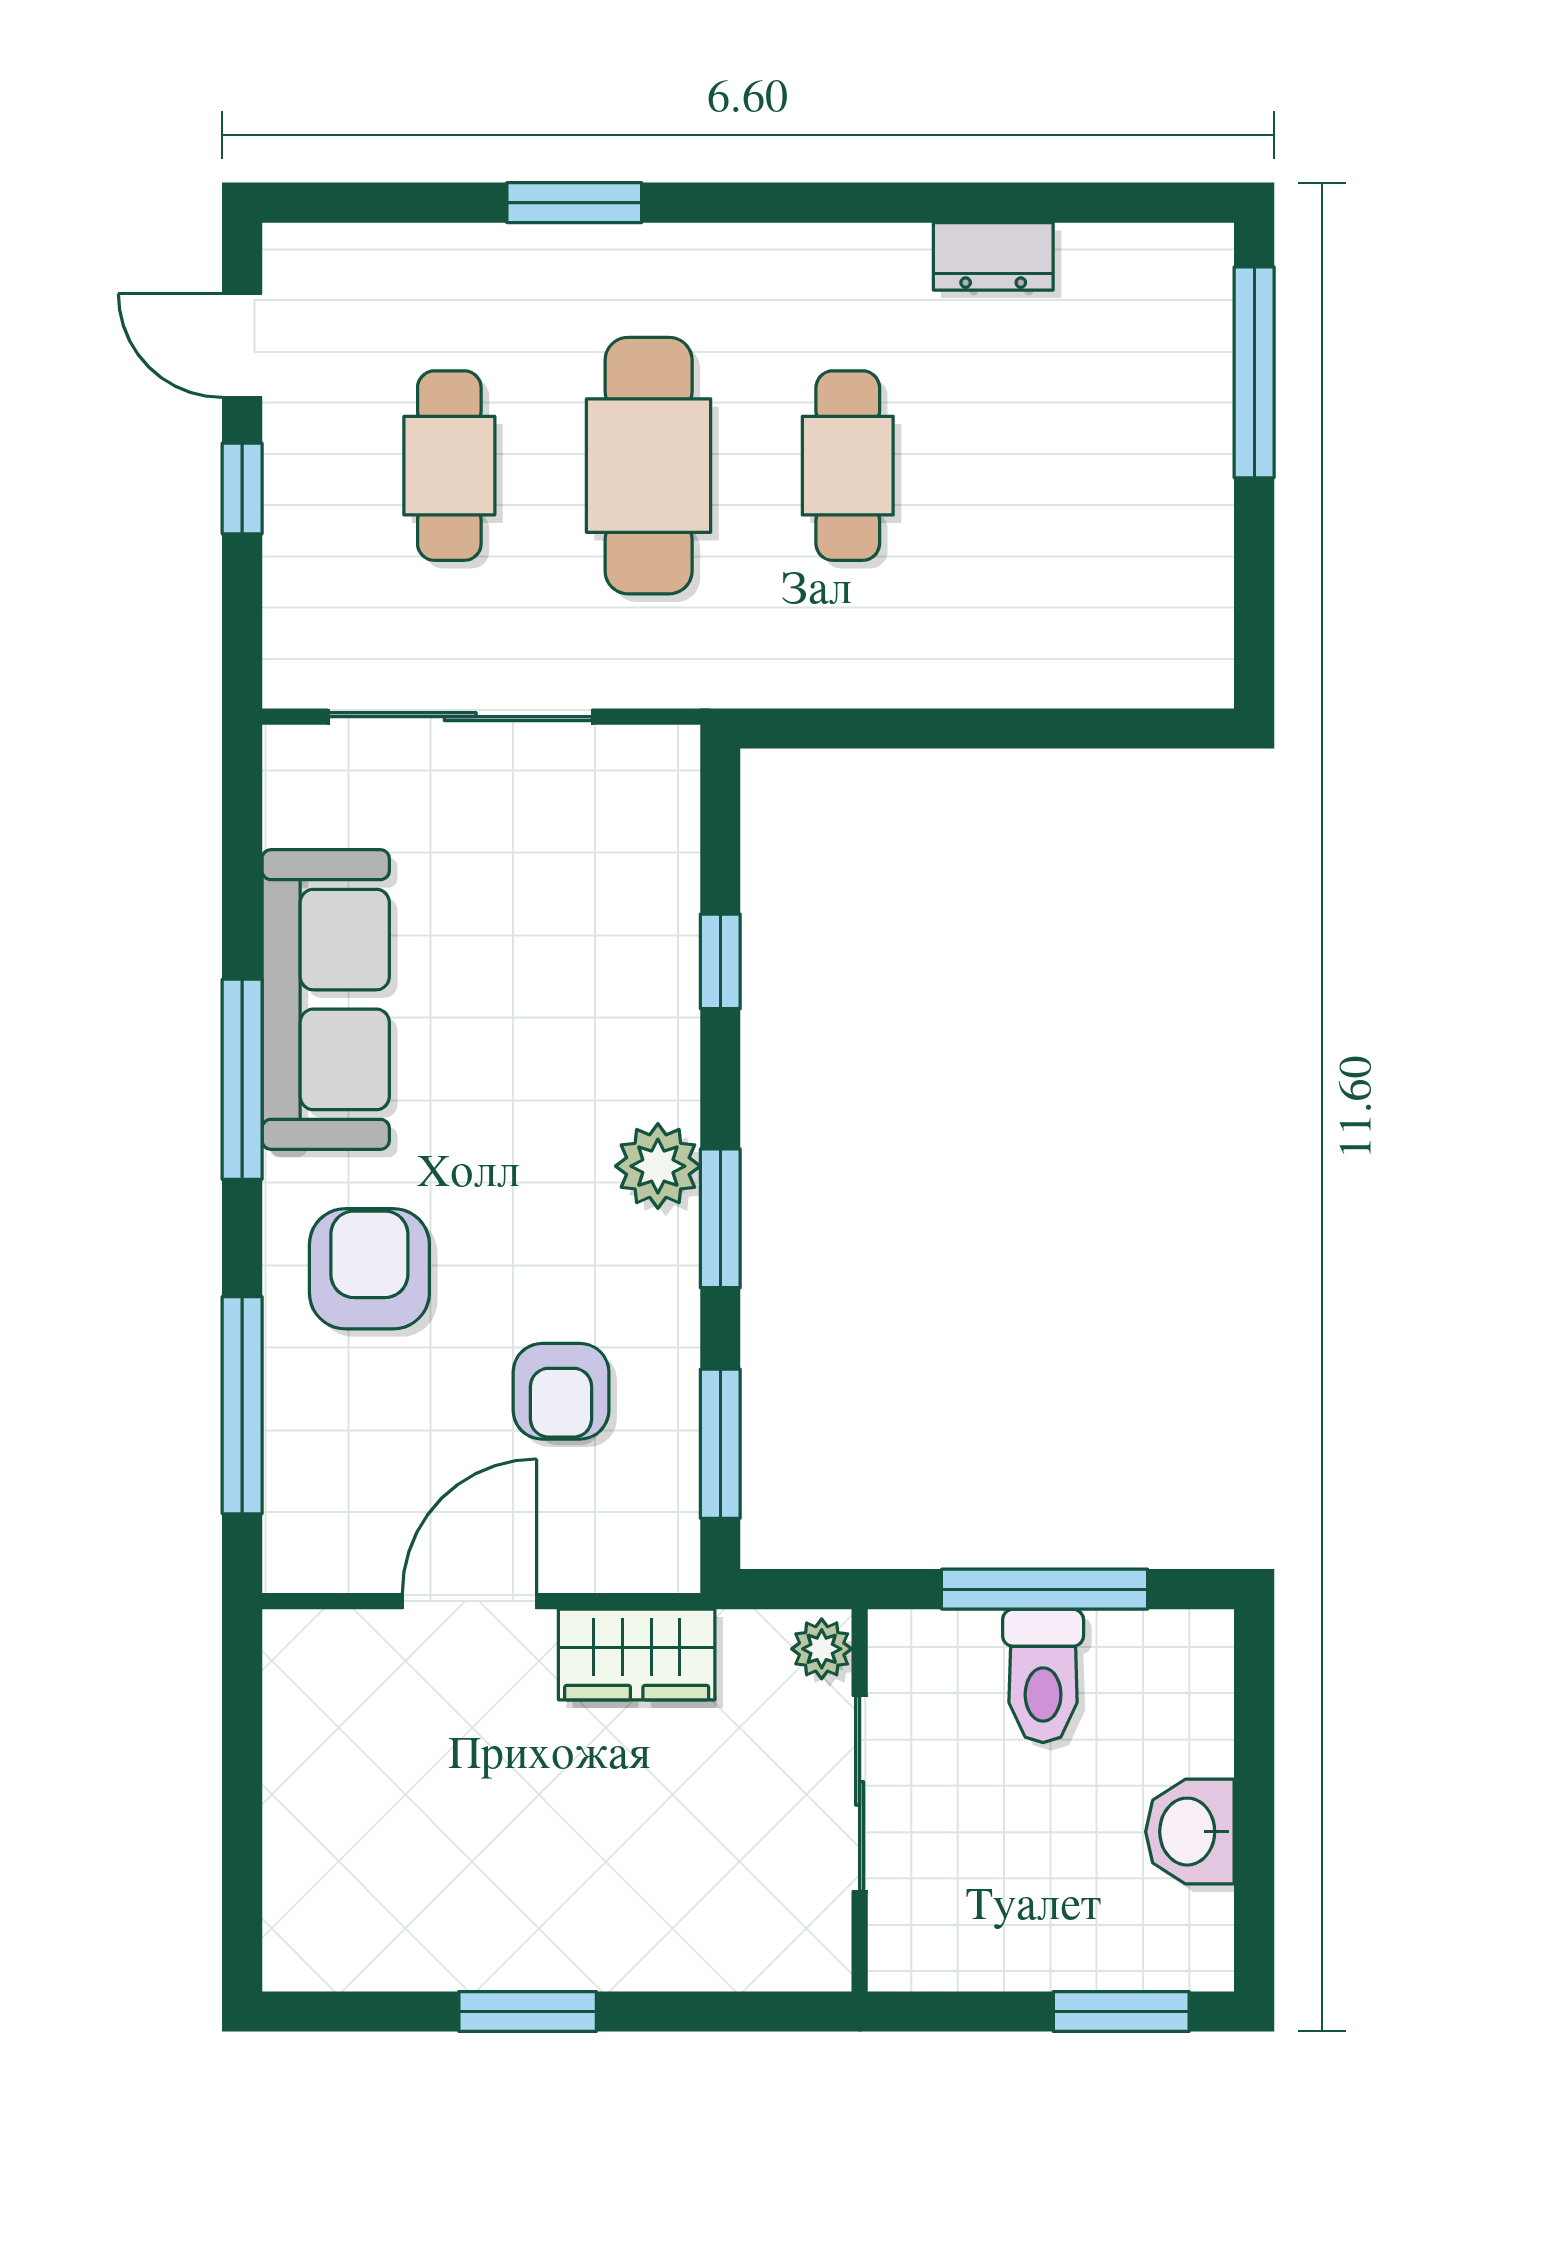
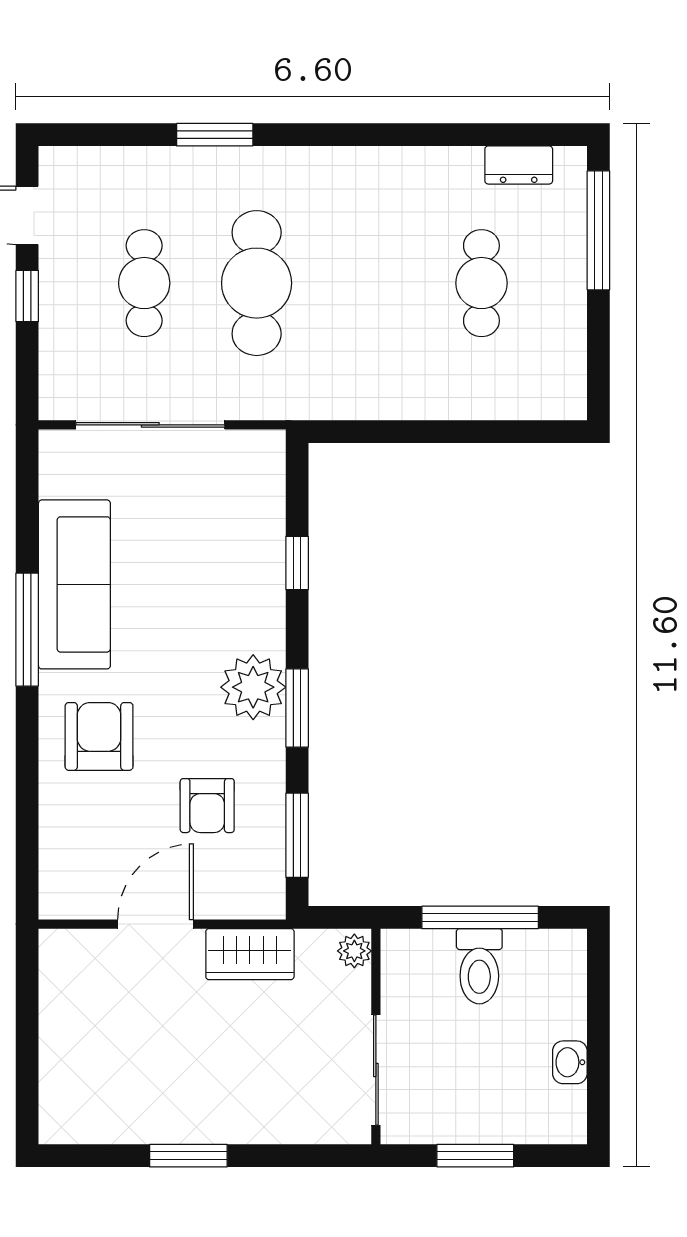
dresser: (993, 256) -> (519, 165), moved
cafe table: (848, 466) -> (481, 283), moved
plant: (658, 1166) -> (253, 687), width x1.36, depth x1.36
window: (242, 1405) -> (27, 813), removed
sliding door: (860, 1793) -> (376, 1070), moved
washbasin: (1190, 1832) -> (570, 1062), width x0.72, depth x0.69
window: (1121, 2011) -> (475, 1156), moved

